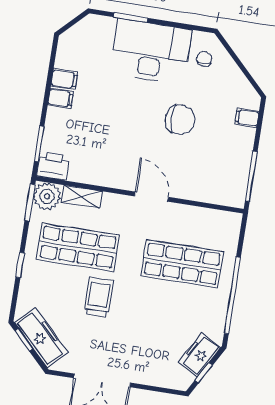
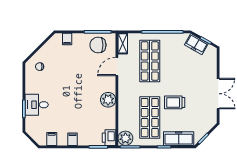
desk: (151, 51) -> (37, 105), width x0.53, depth x0.77
filing cabinet: (64, 79) -> (52, 139), moved
chair: (180, 120) -> (98, 45), moved, turned -90
plant: (123, 176) -> (108, 100), added
shelving: (82, 197) -> (123, 43), moved
door: (151, 197) -> (117, 67), moved
freezer: (41, 338) -> (179, 139), moved, turned 45

